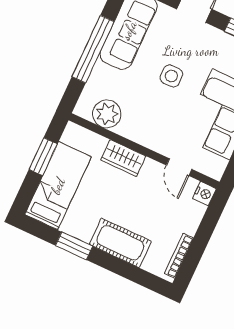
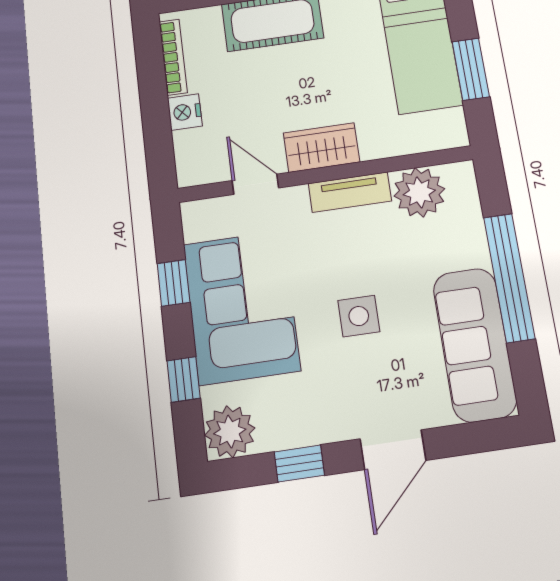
tv unit: (138, 135) -> (350, 192), added
wardrobe: (123, 158) -> (322, 148), moved
nightstand: (204, 194) -> (185, 112), moved

